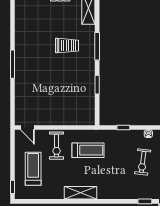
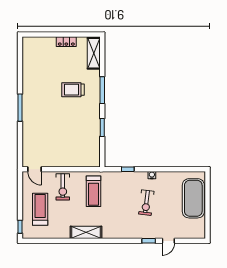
trolley: (67, 46) -> (73, 90), turned 180
treadmill: (88, 150) -> (93, 191), turned 90

